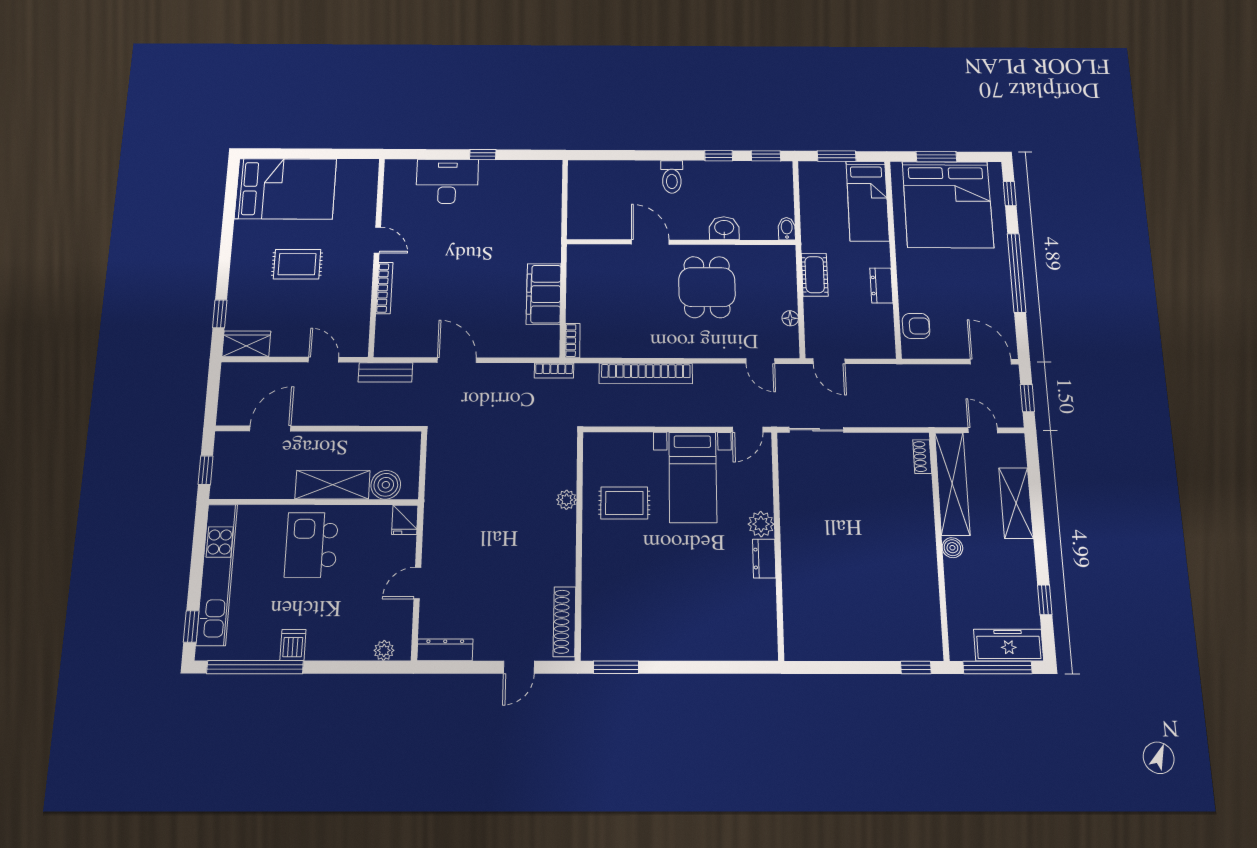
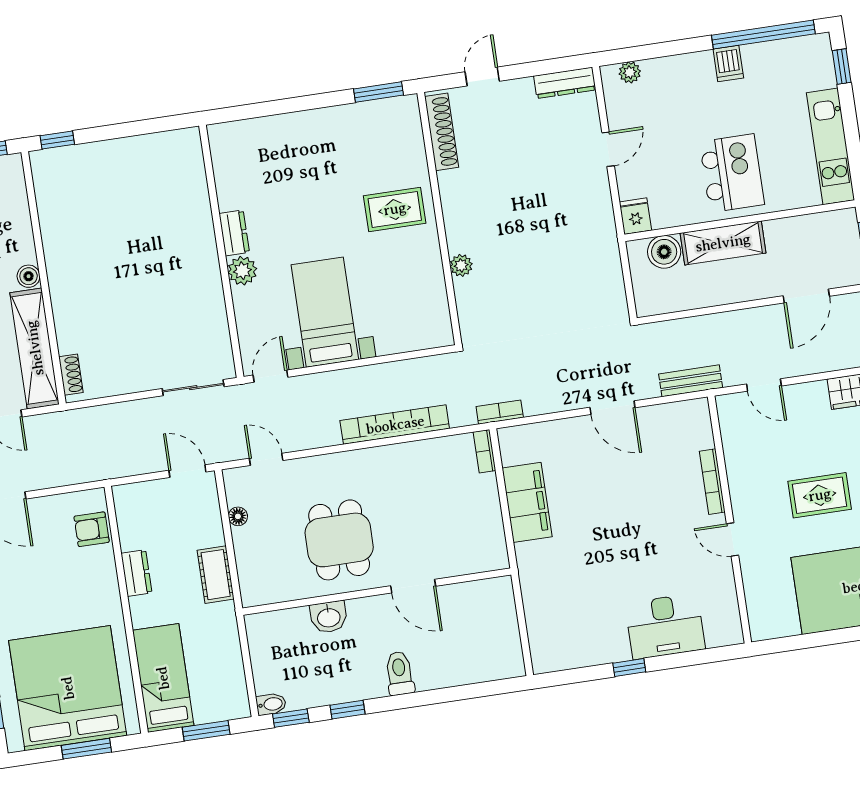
bidet: (787, 229) -> (271, 704), moved, turned -90
rug: (624, 503) -> (395, 209), moved
kitchen unit: (217, 574) -> (830, 146), width x0.73

